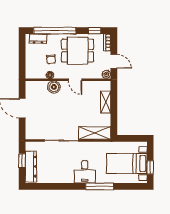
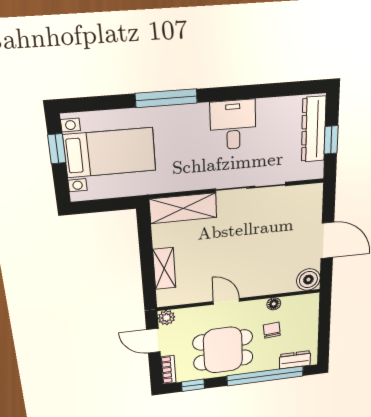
boiler: (54, 87) -> (308, 280), moved
desk: (85, 172) -> (233, 125), moved

